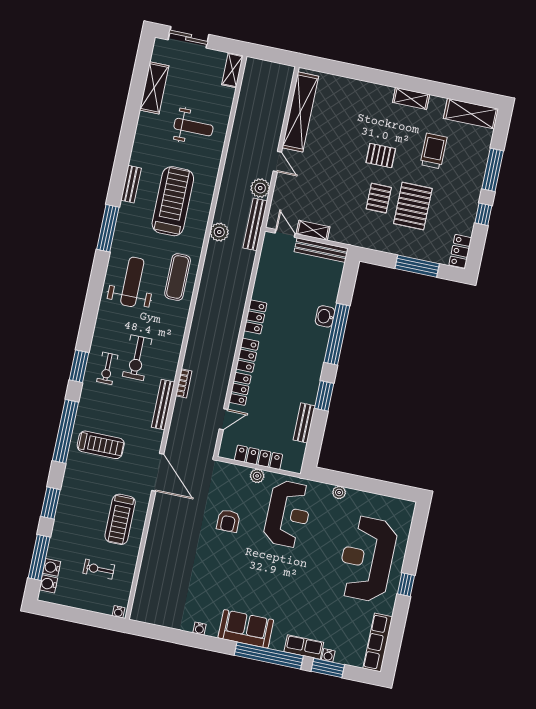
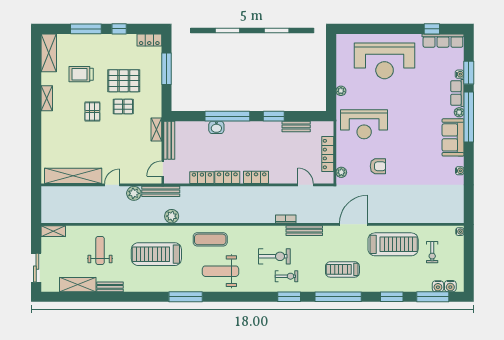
bench: (131, 184) -> (110, 287), moved
shelving: (313, 230) -> (156, 130), moved
locker: (240, 389) -> (202, 178), moved
treadmill: (101, 445) -> (342, 269), turned -90
plant: (257, 476) -> (341, 172), moved
reception desk: (288, 514) -> (364, 124), turned 180
treadmill: (120, 519) -> (393, 244), width x1.37, depth x1.38
window: (406, 585) -> (432, 29), moved
plant: (278, 644) -> (459, 112), added

